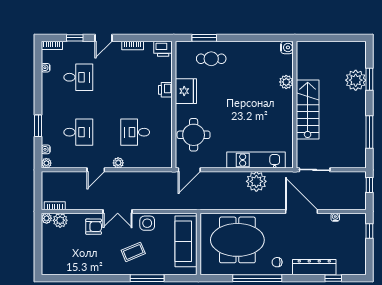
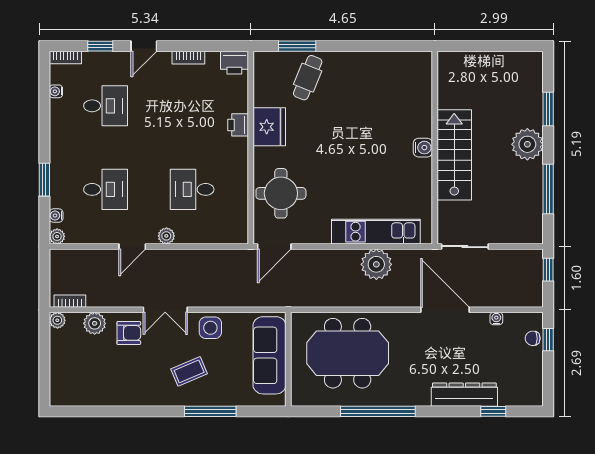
water cooler: (287, 47) -> (423, 148), moved
cafe table: (211, 59) -> (308, 78), turned -68
plant: (356, 80) -> (527, 144), moved
plant: (286, 82) -> (422, 113), removed
plant: (60, 220) -> (95, 323), moved
chair: (277, 262) -> (533, 338), moved

